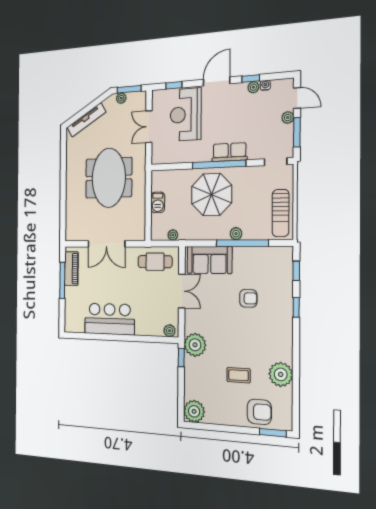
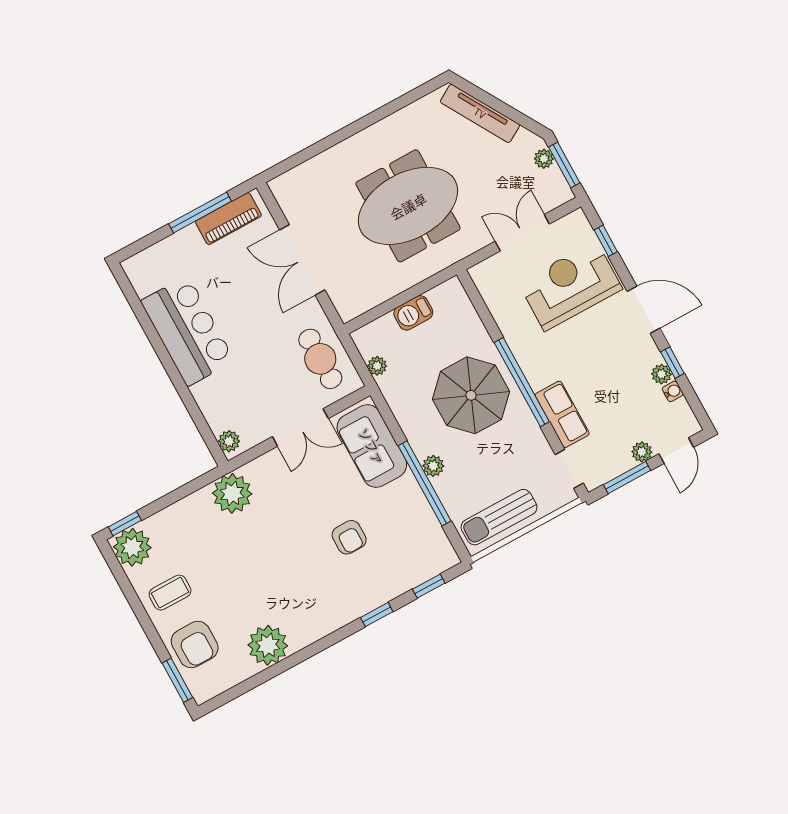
row of seats: (230, 152) -> (562, 414), moved
window: (181, 358) -> (125, 524), moved
coffee table: (239, 375) -> (170, 593), moved, turned 90

